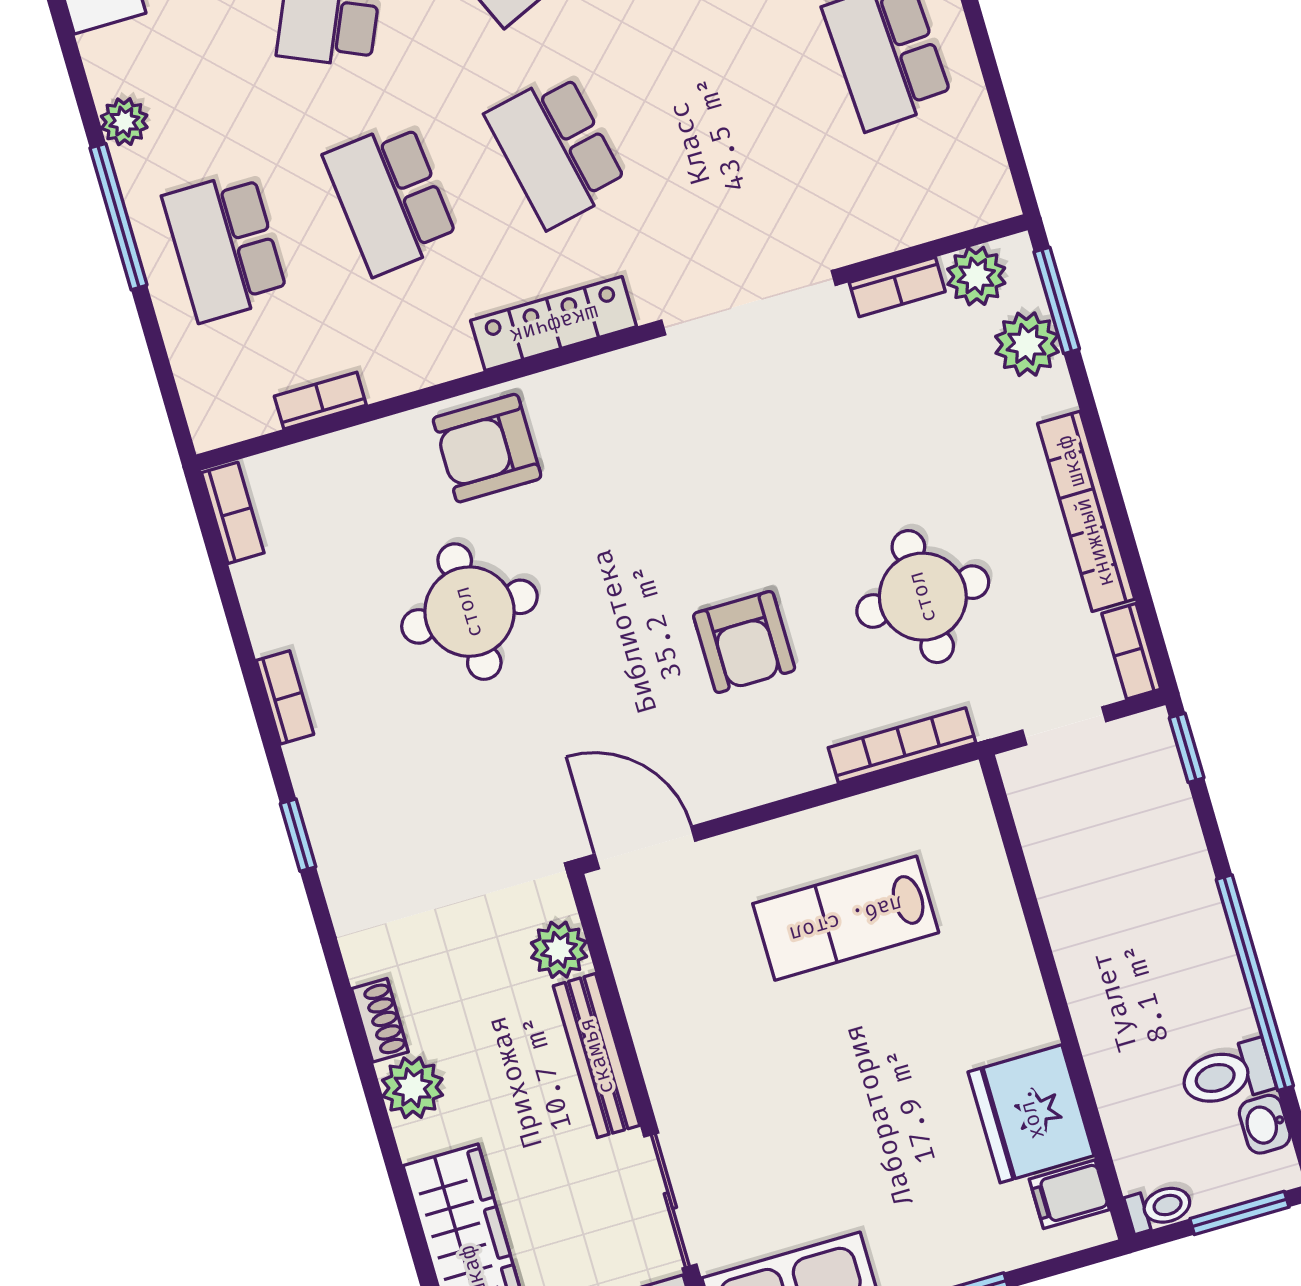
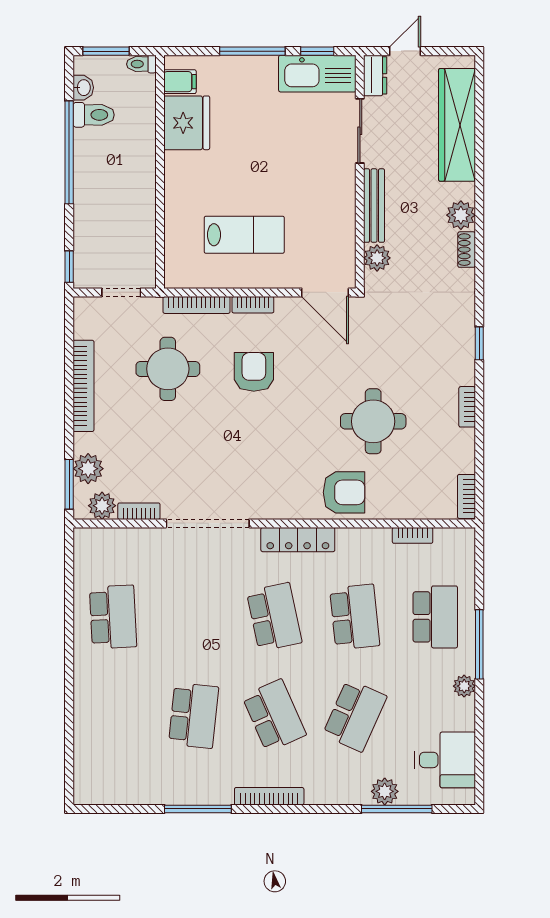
bookcase: (1131, 651) -> (253, 305), moved, turned 90

